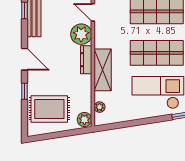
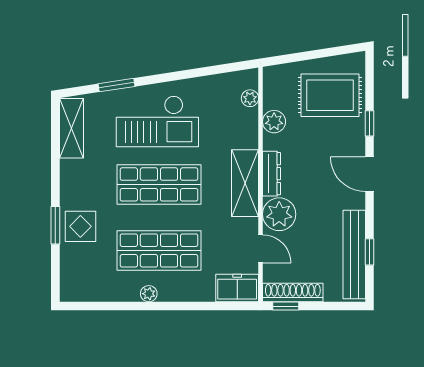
shelving: (103, 70) -> (245, 183), moved
plant: (84, 120) -> (274, 122), moved

